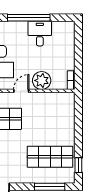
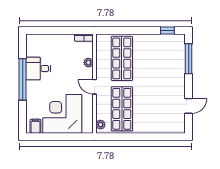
plant: (42, 80) -> (88, 63), width x0.53, depth x0.53
shop shelf: (50, 157) -> (122, 58), moved

